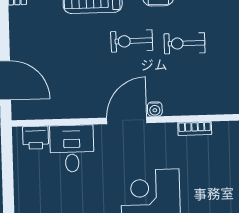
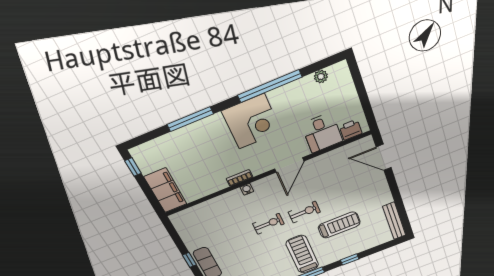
water cooler: (155, 109) -> (247, 189), moved

